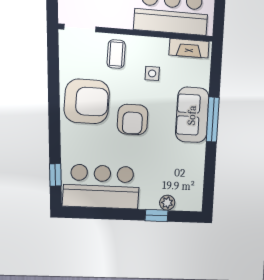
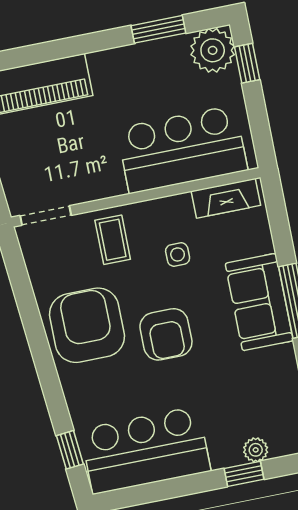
armchair: (87, 101) -> (87, 325), turned -90

